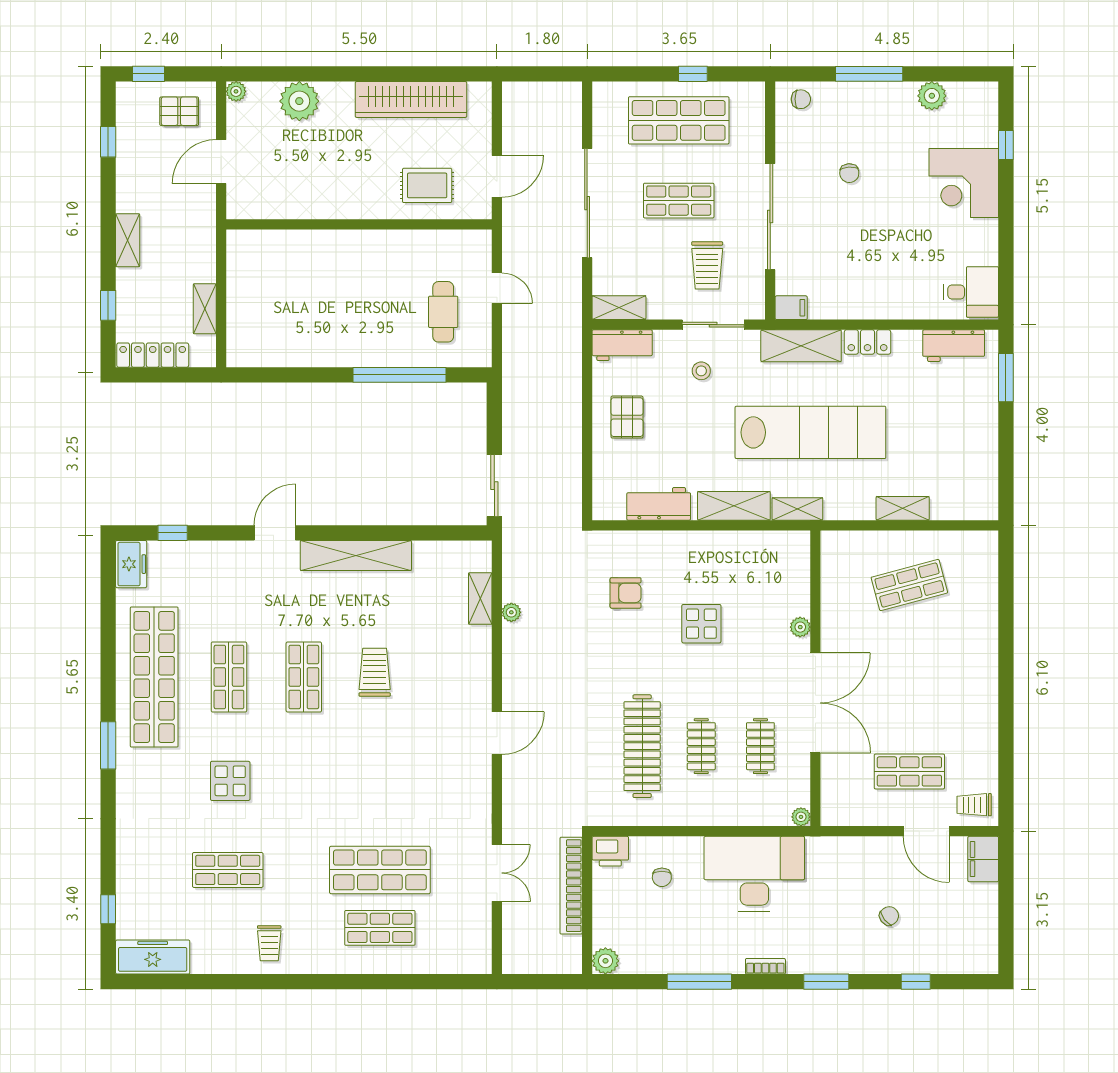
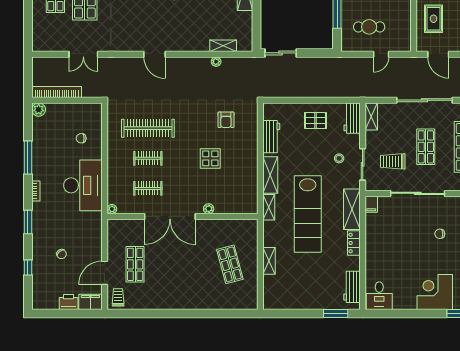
printer: (610, 851) -> (69, 302), moved, turned 90
bookcase: (571, 886) -> (57, 92), moved

